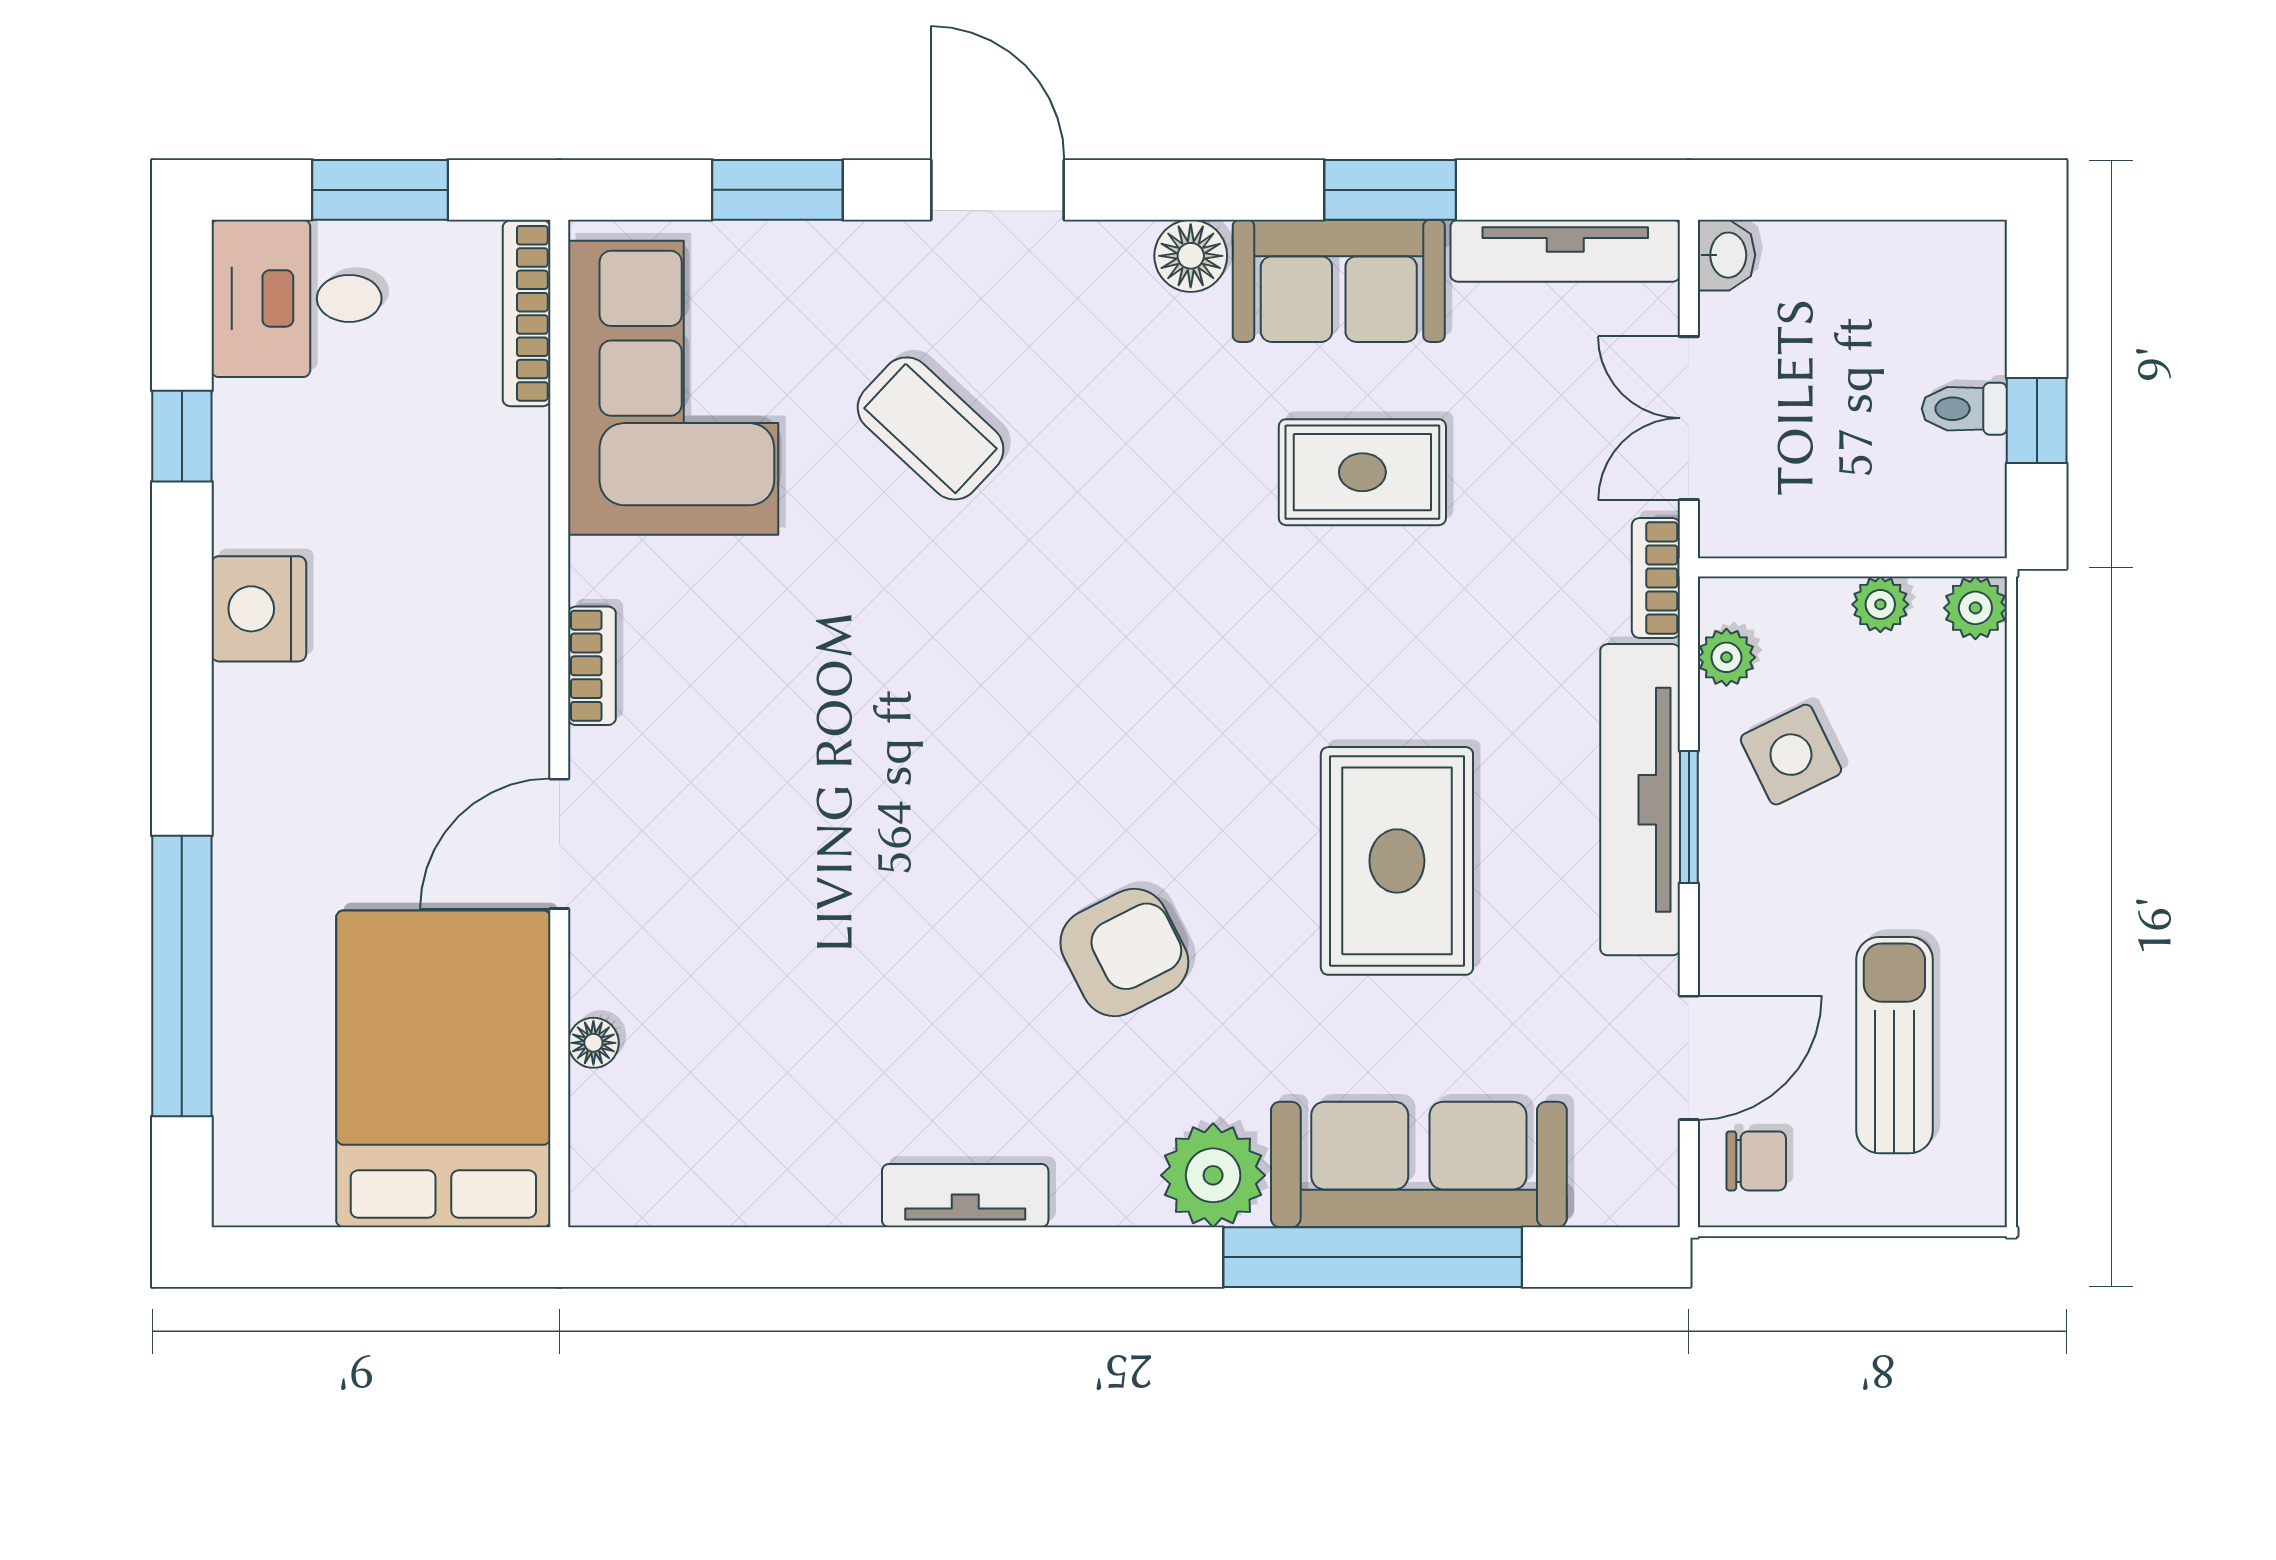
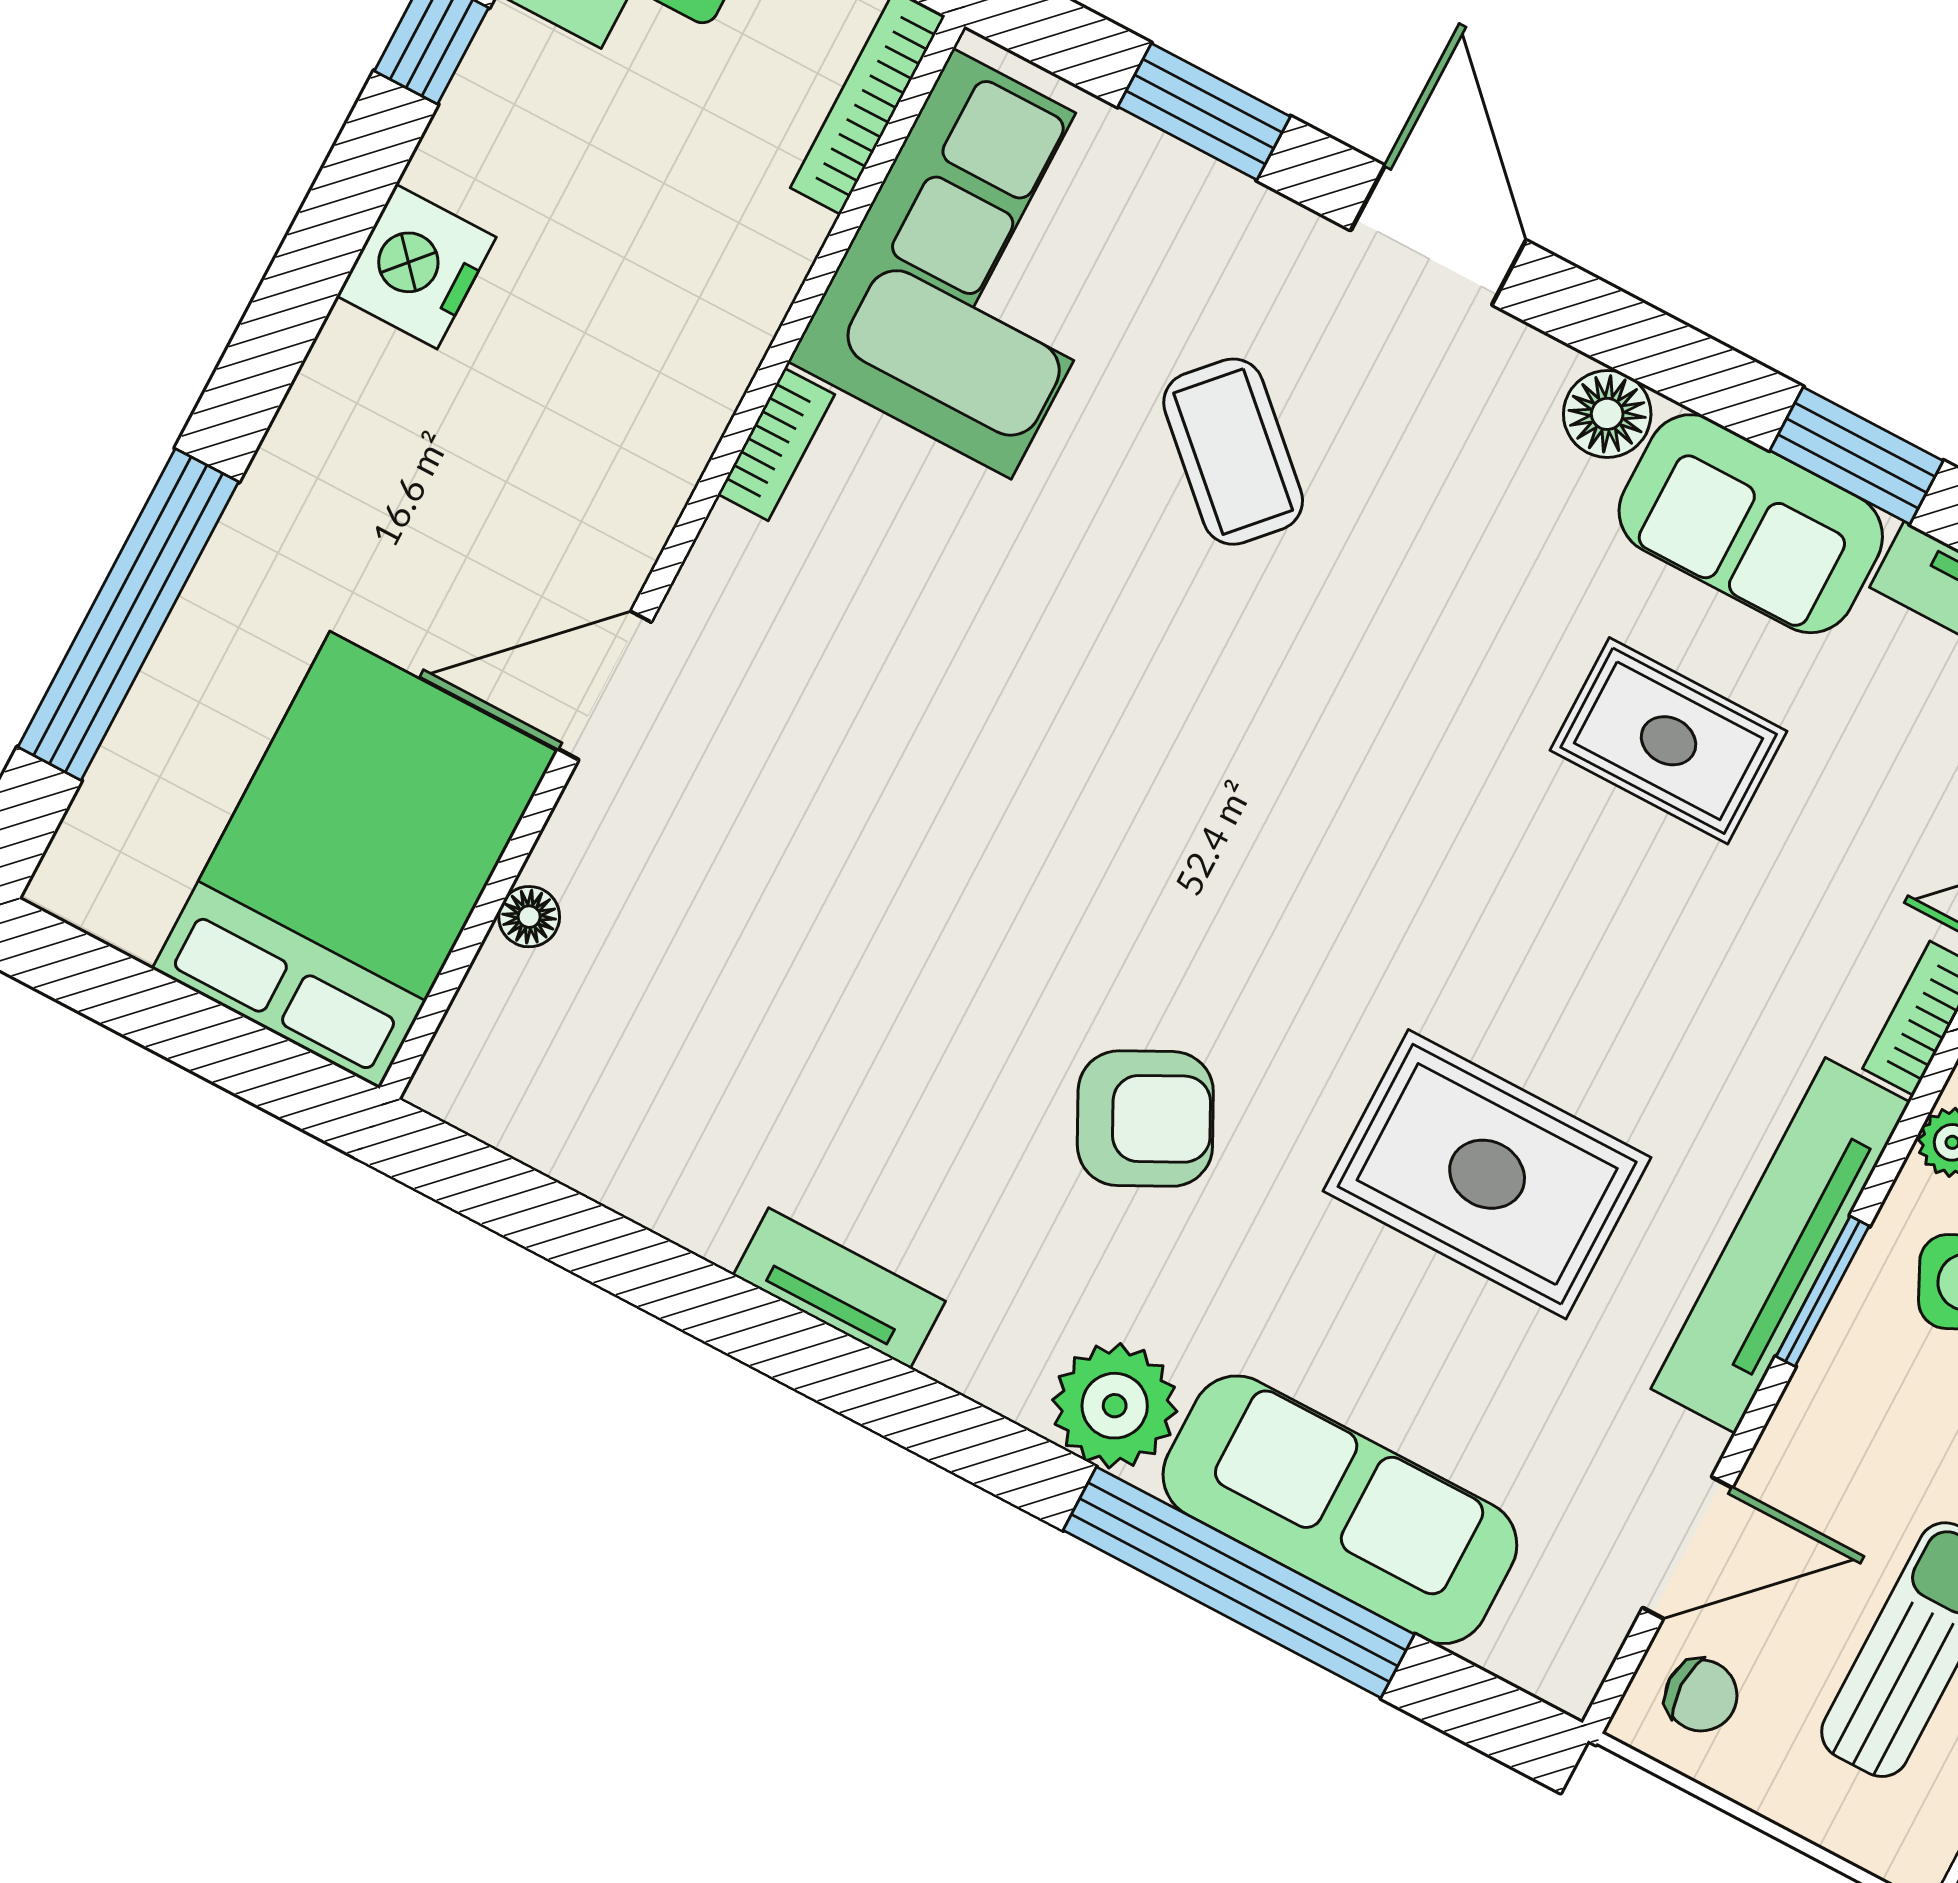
bookcase: (592, 666) -> (776, 444), moved
rug: (1397, 861) -> (1487, 1174), turned 90

